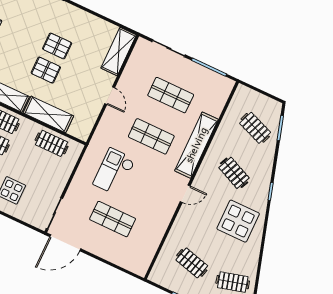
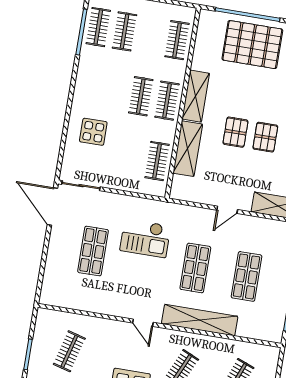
checkout: (114, 172) -> (145, 238), turned 180

